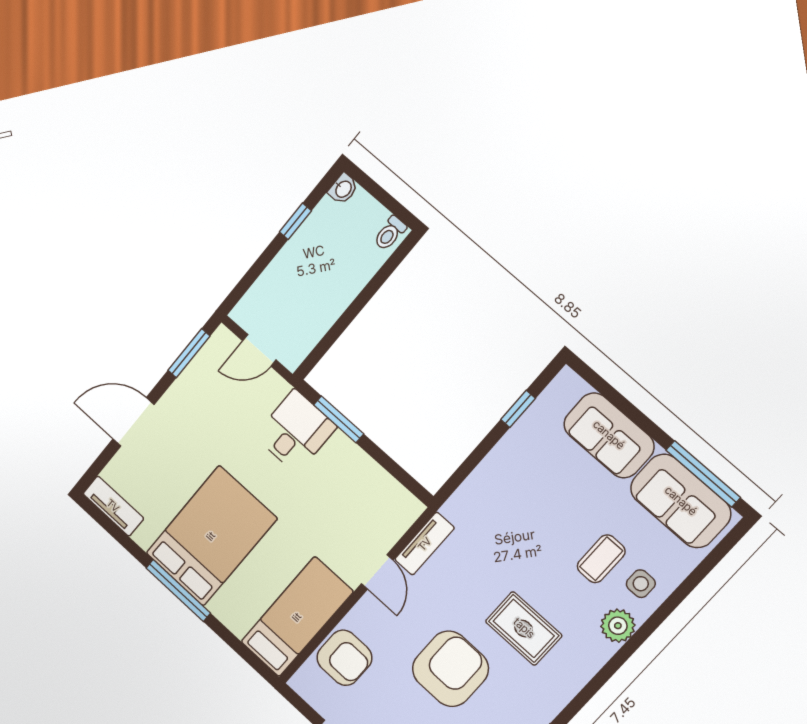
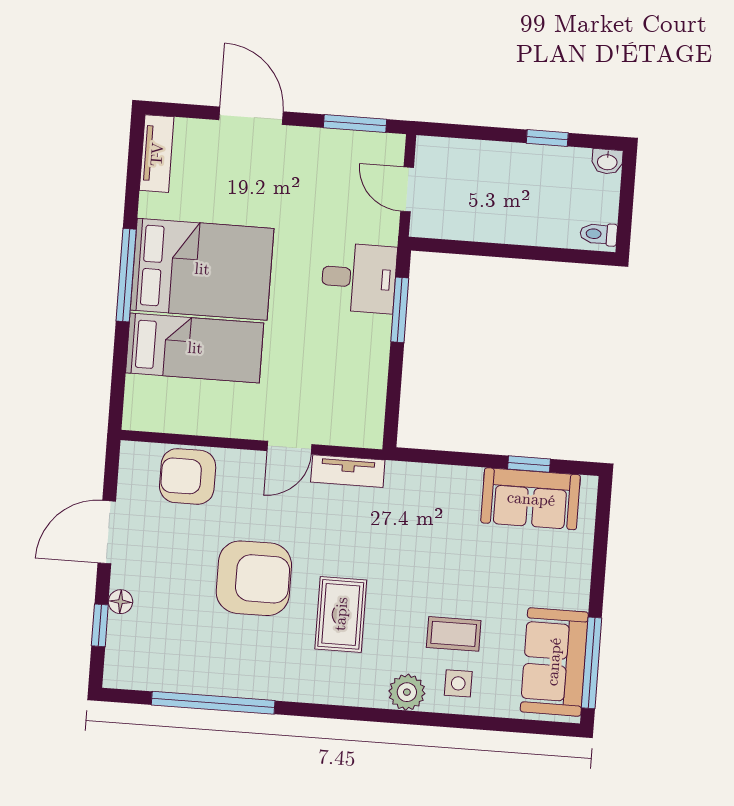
sofa: (609, 435) -> (531, 499), moved, turned -90
bed: (297, 617) -> (195, 348), moved
armchair: (344, 658) -> (188, 476), turned 90

